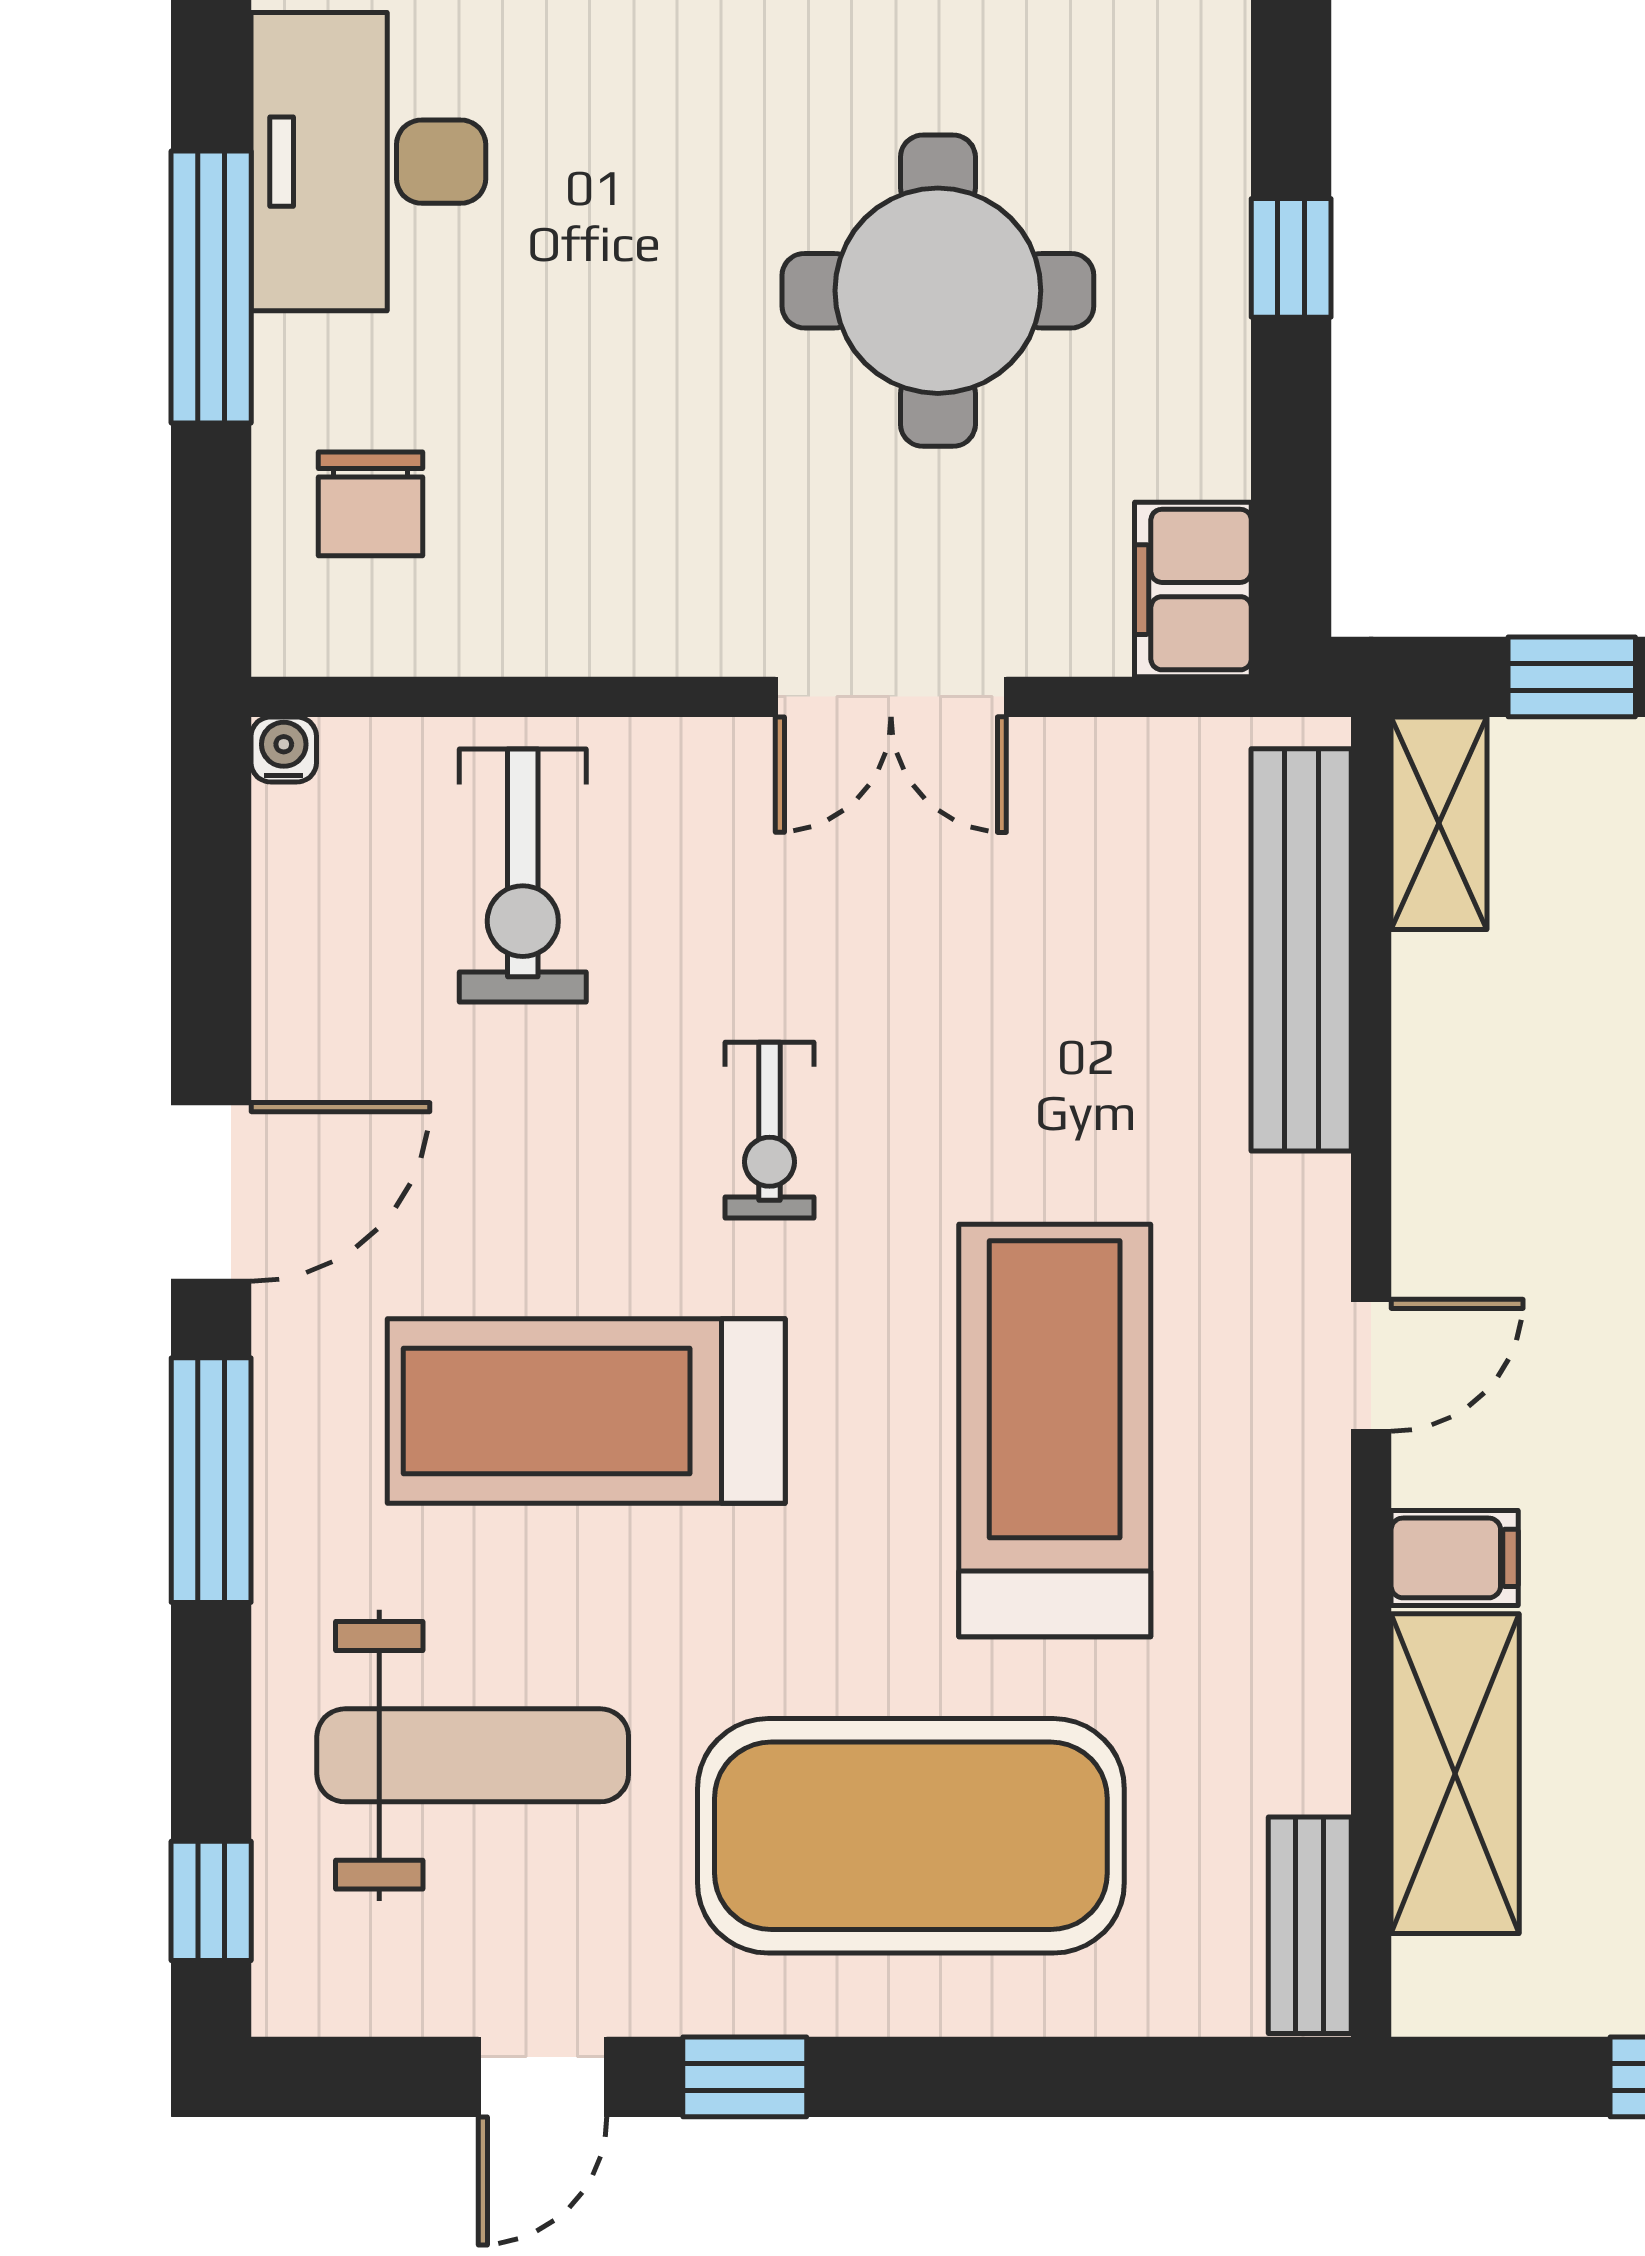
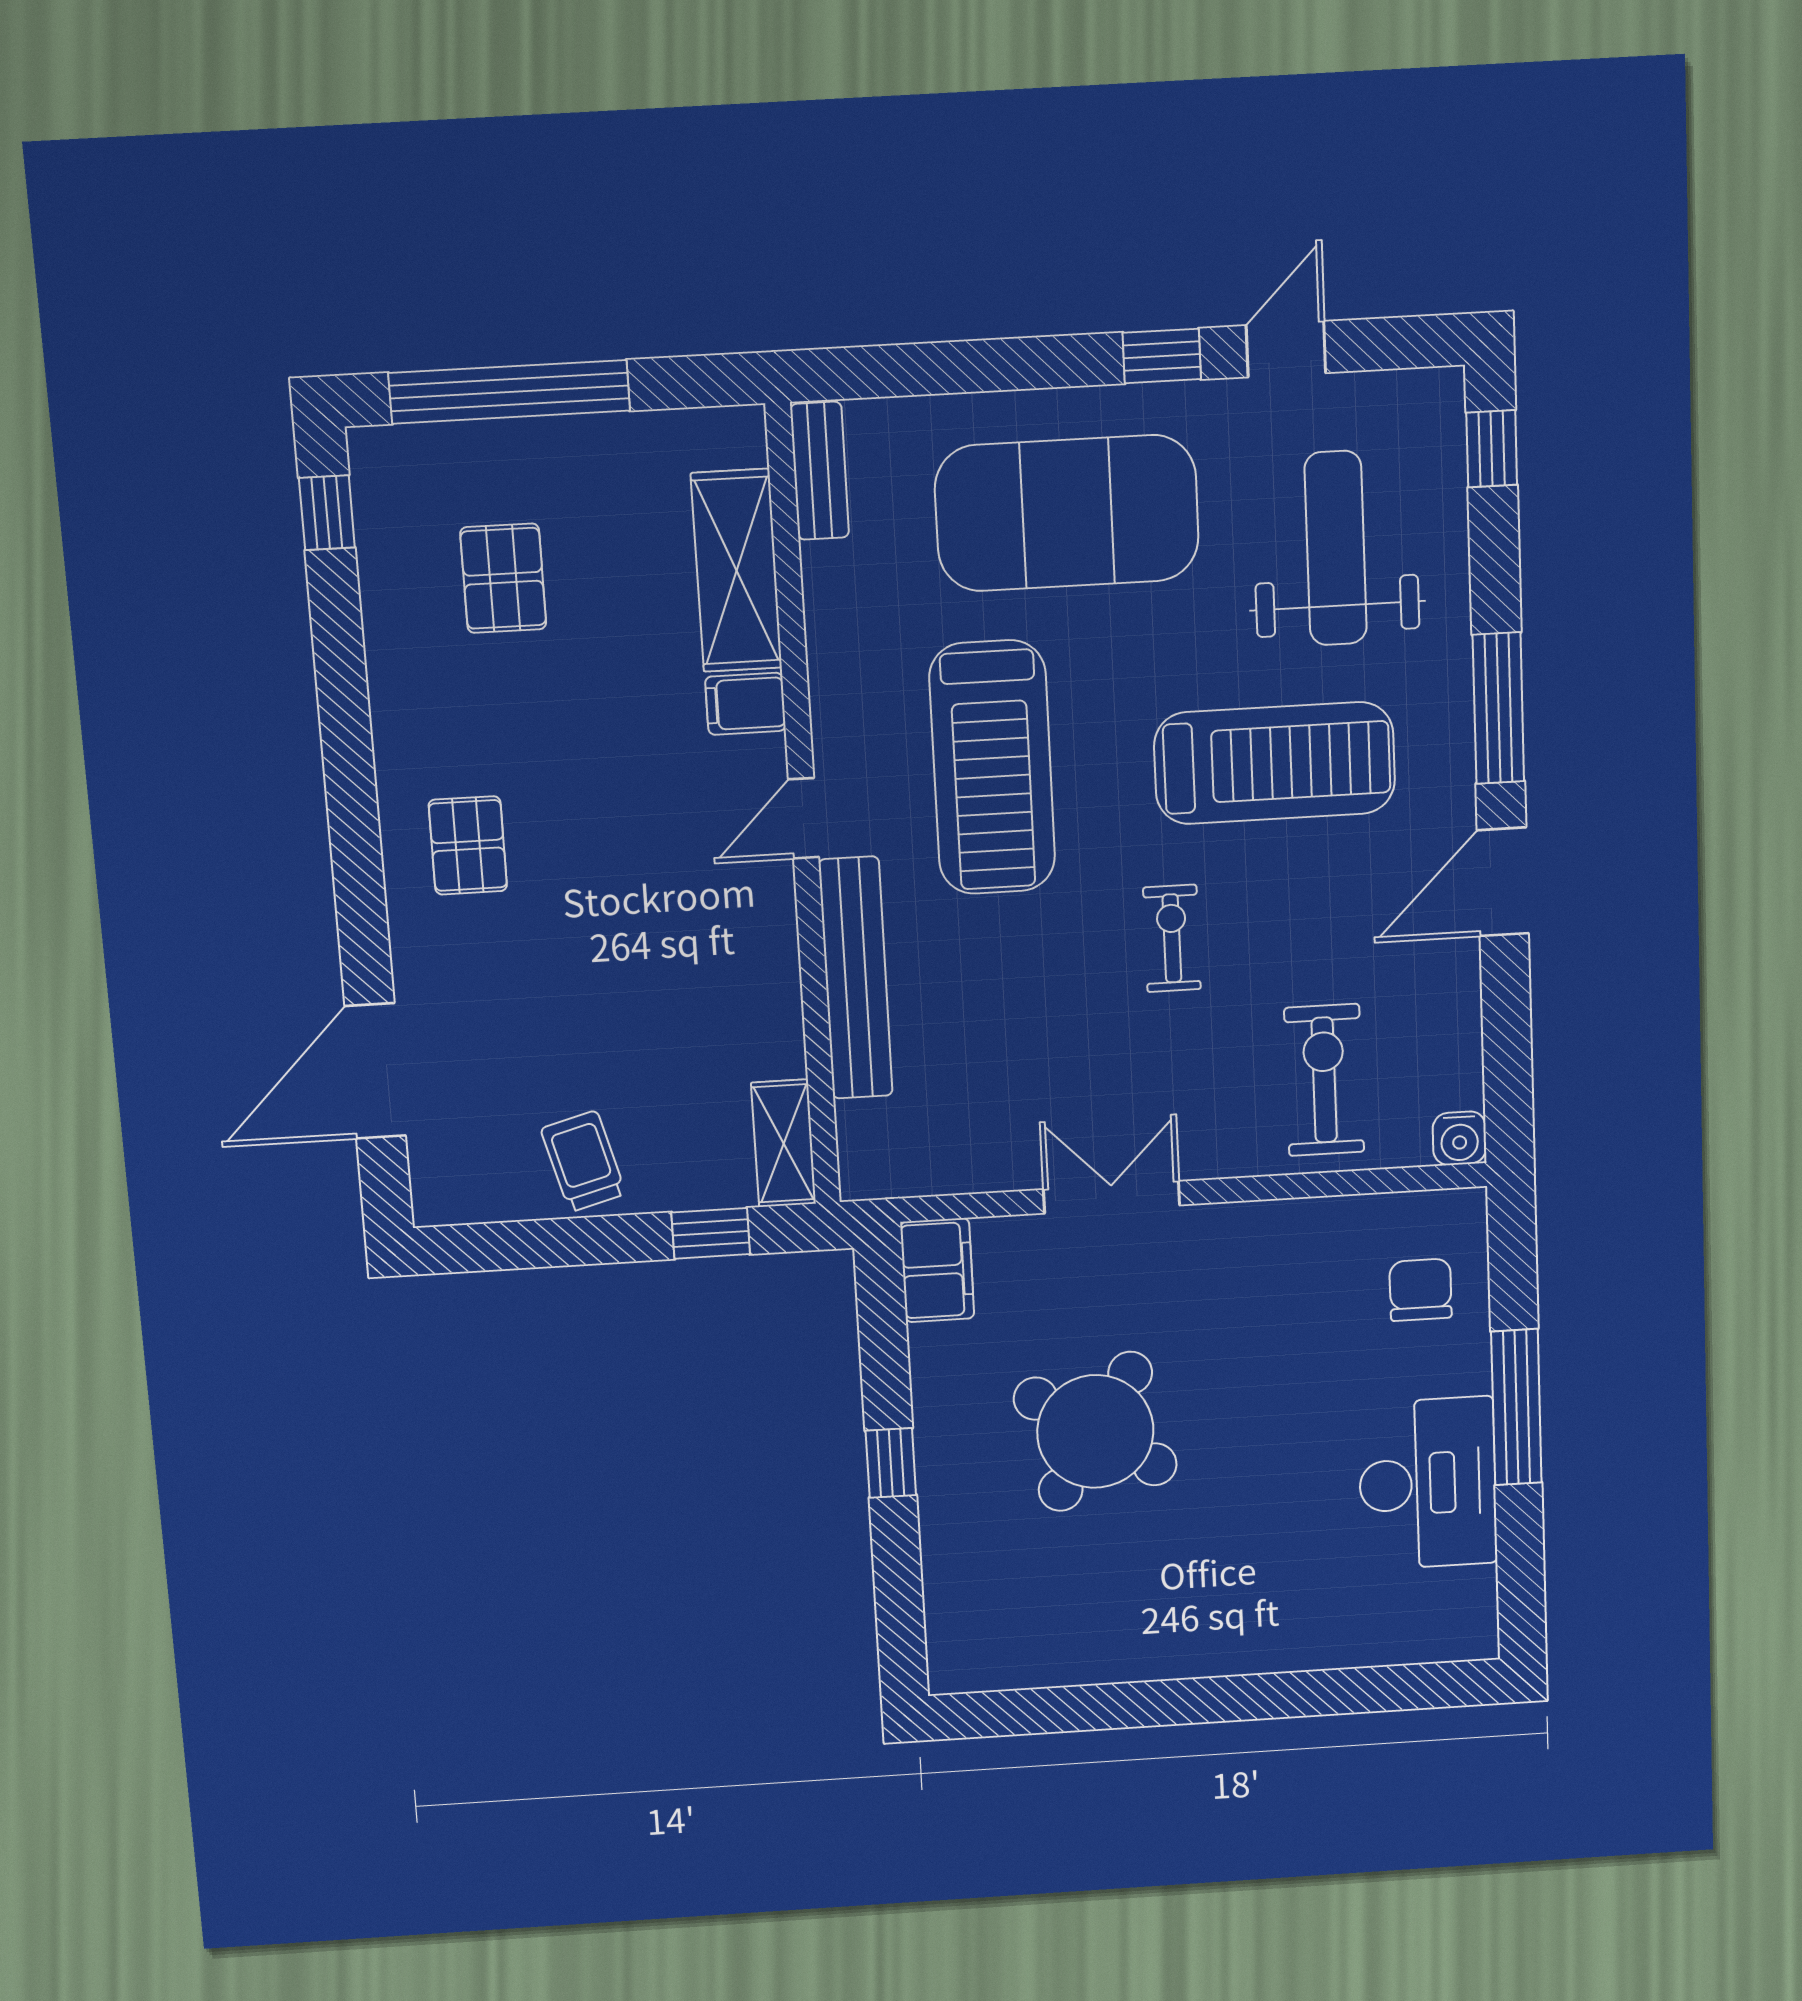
round table: (938, 291) -> (1095, 1432), turned 33
water cooler: (284, 749) -> (1460, 1138), width x1.38, depth x1.38
bench: (1301, 950) -> (856, 978), moved
weight bench: (473, 1755) -> (1336, 548), turned 90

